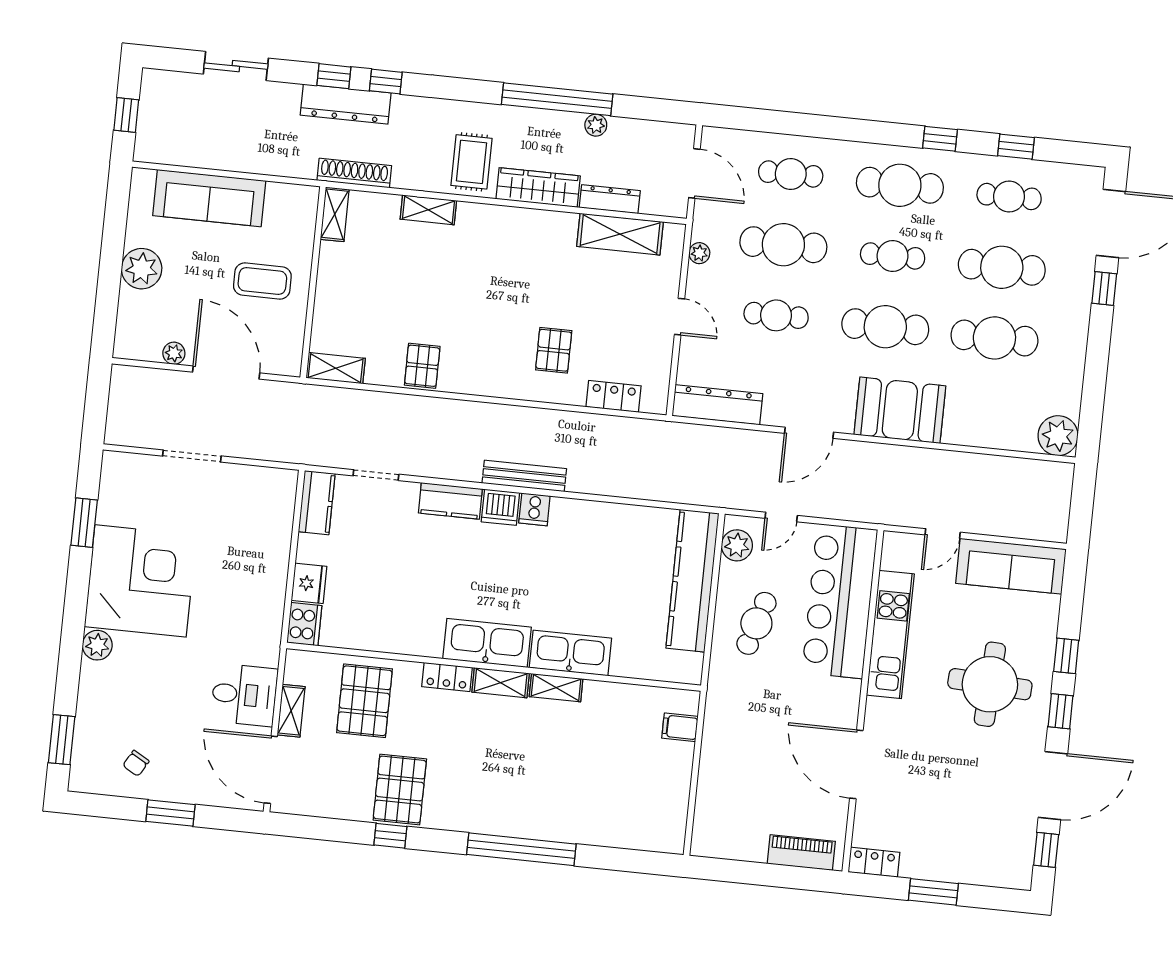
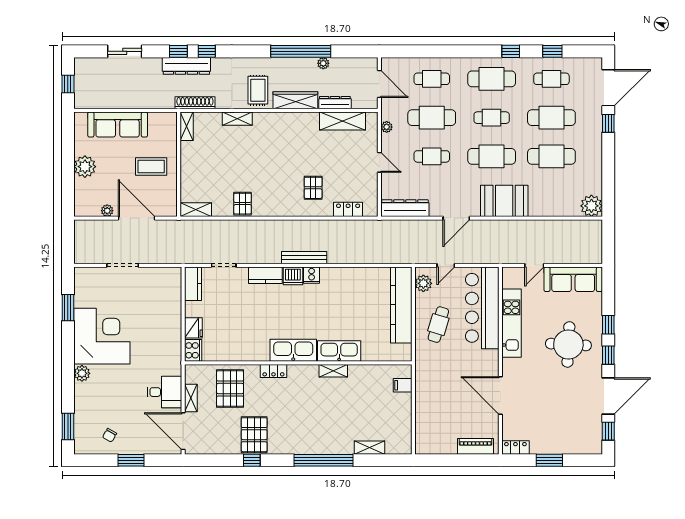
shelving: (501, 683) -> (369, 448), moved

